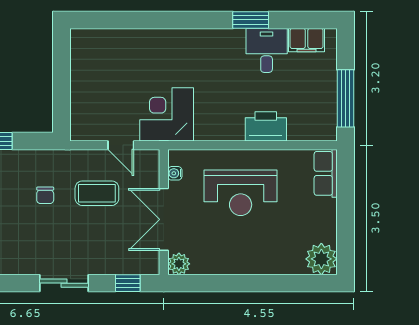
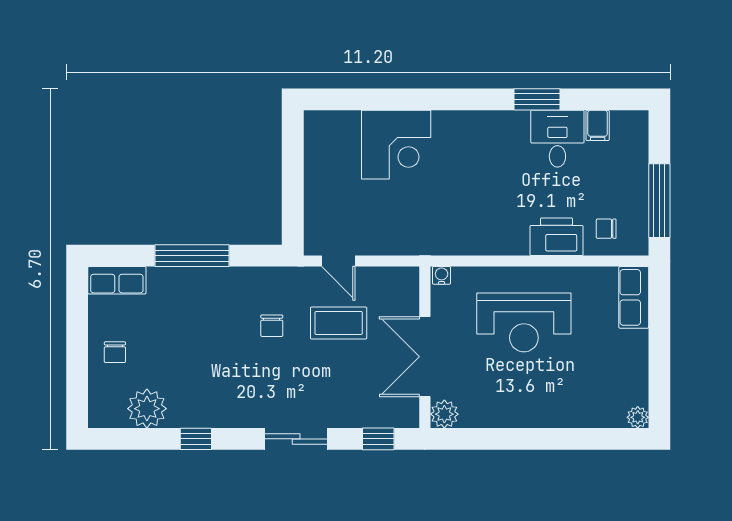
filing cabinet: (307, 40) -> (598, 125), width x0.50
corner desk: (167, 114) -> (396, 145), moved, turned 180
chair: (304, 120) -> (606, 229), added
door: (121, 145) -> (338, 261), moved
water cooler: (175, 173) -> (442, 275), moved, turned 90
plant: (321, 259) -> (638, 417), width x0.53, depth x0.53

